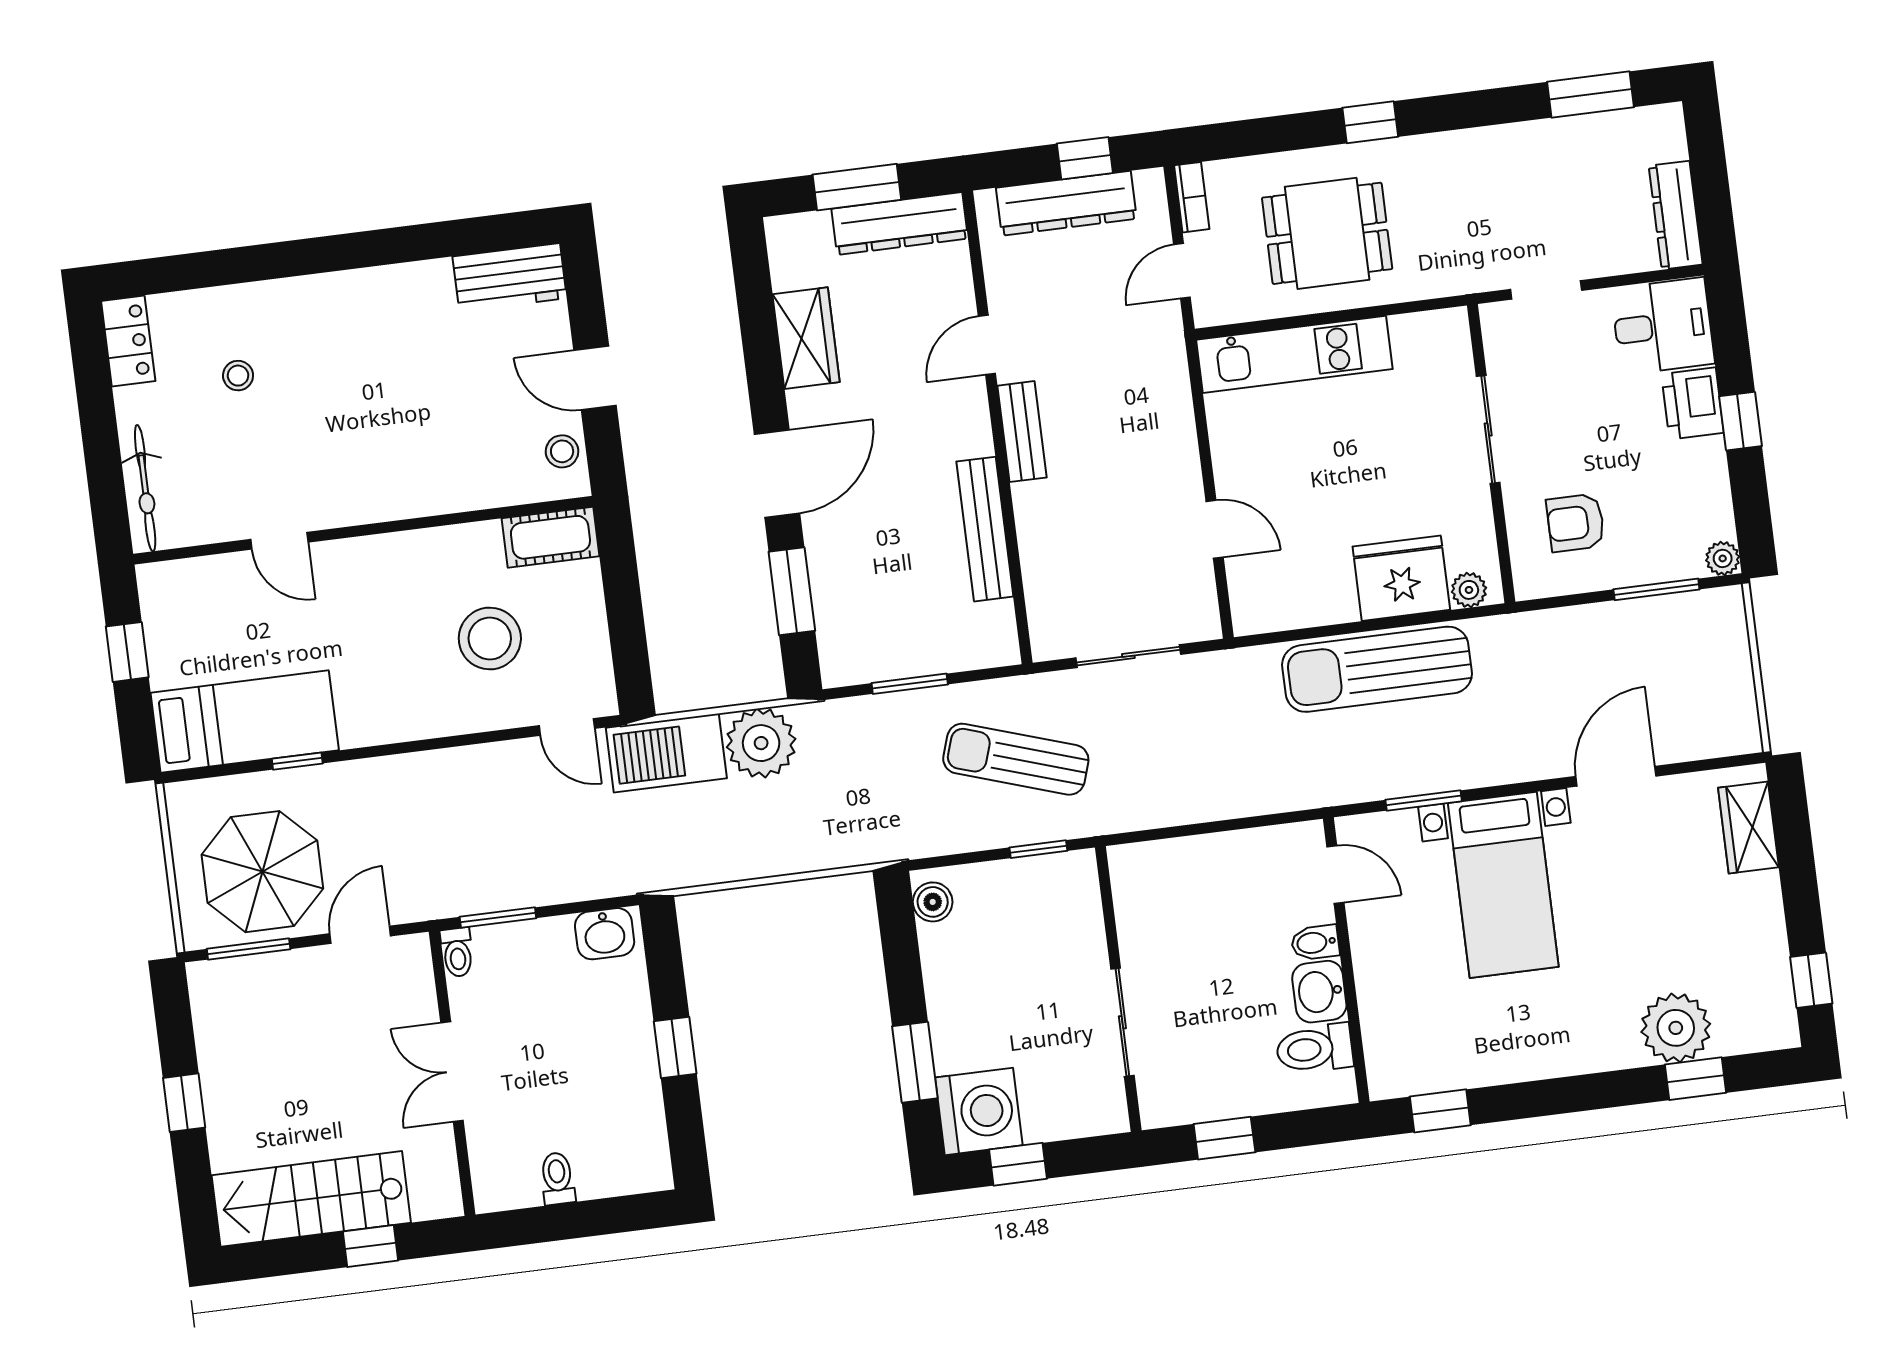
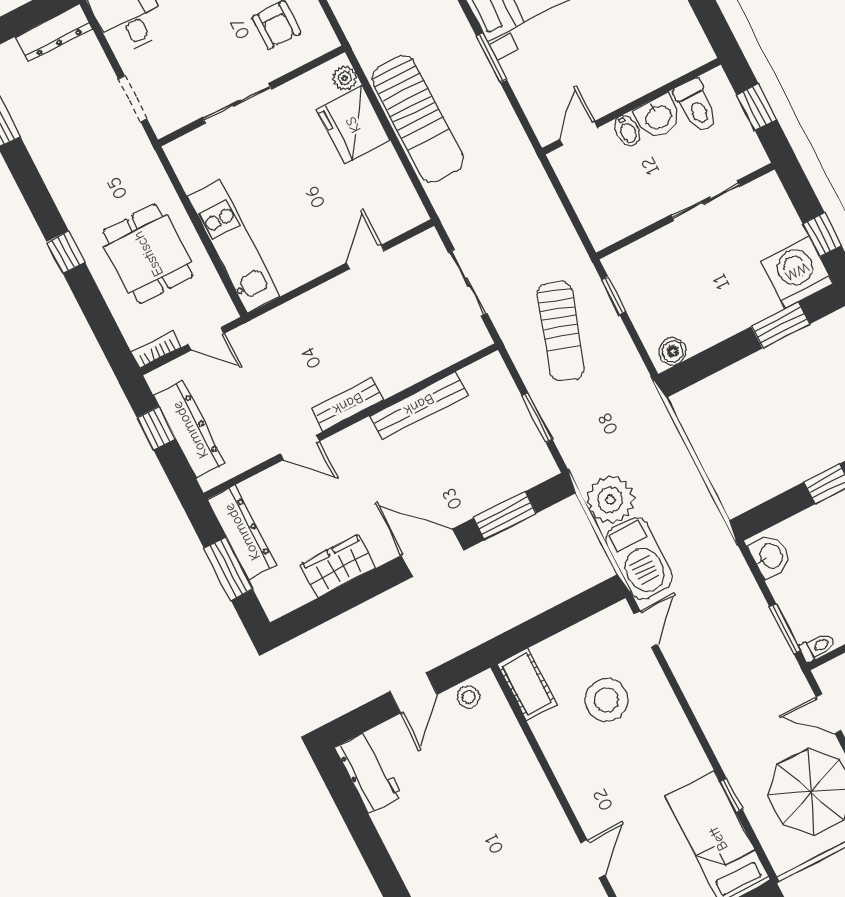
door: (1335, 874) -> (579, 133), moved
bidet: (1315, 943) -> (627, 131), moved
wall: (1346, 960) -> (631, 106), moved
washbasin: (1319, 992) -> (658, 116), moved
toilet: (1315, 1049) -> (696, 106), moved

